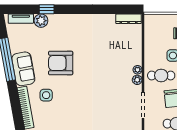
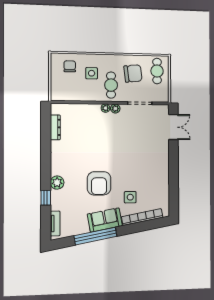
dresser: (129, 19) -> (55, 127), moved
plant: (41, 21) -> (57, 183), moved

